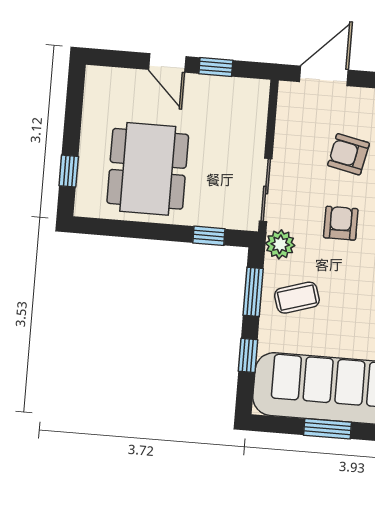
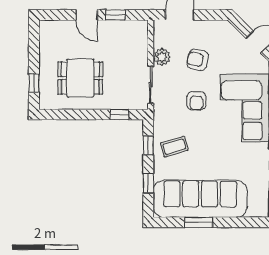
dining table: (148, 169) -> (80, 78), width x0.73
armchair: (341, 223) -> (196, 101), turned 180
plant: (280, 244) -> (162, 57), moved
window: (253, 292) -> (148, 145), width x0.67

